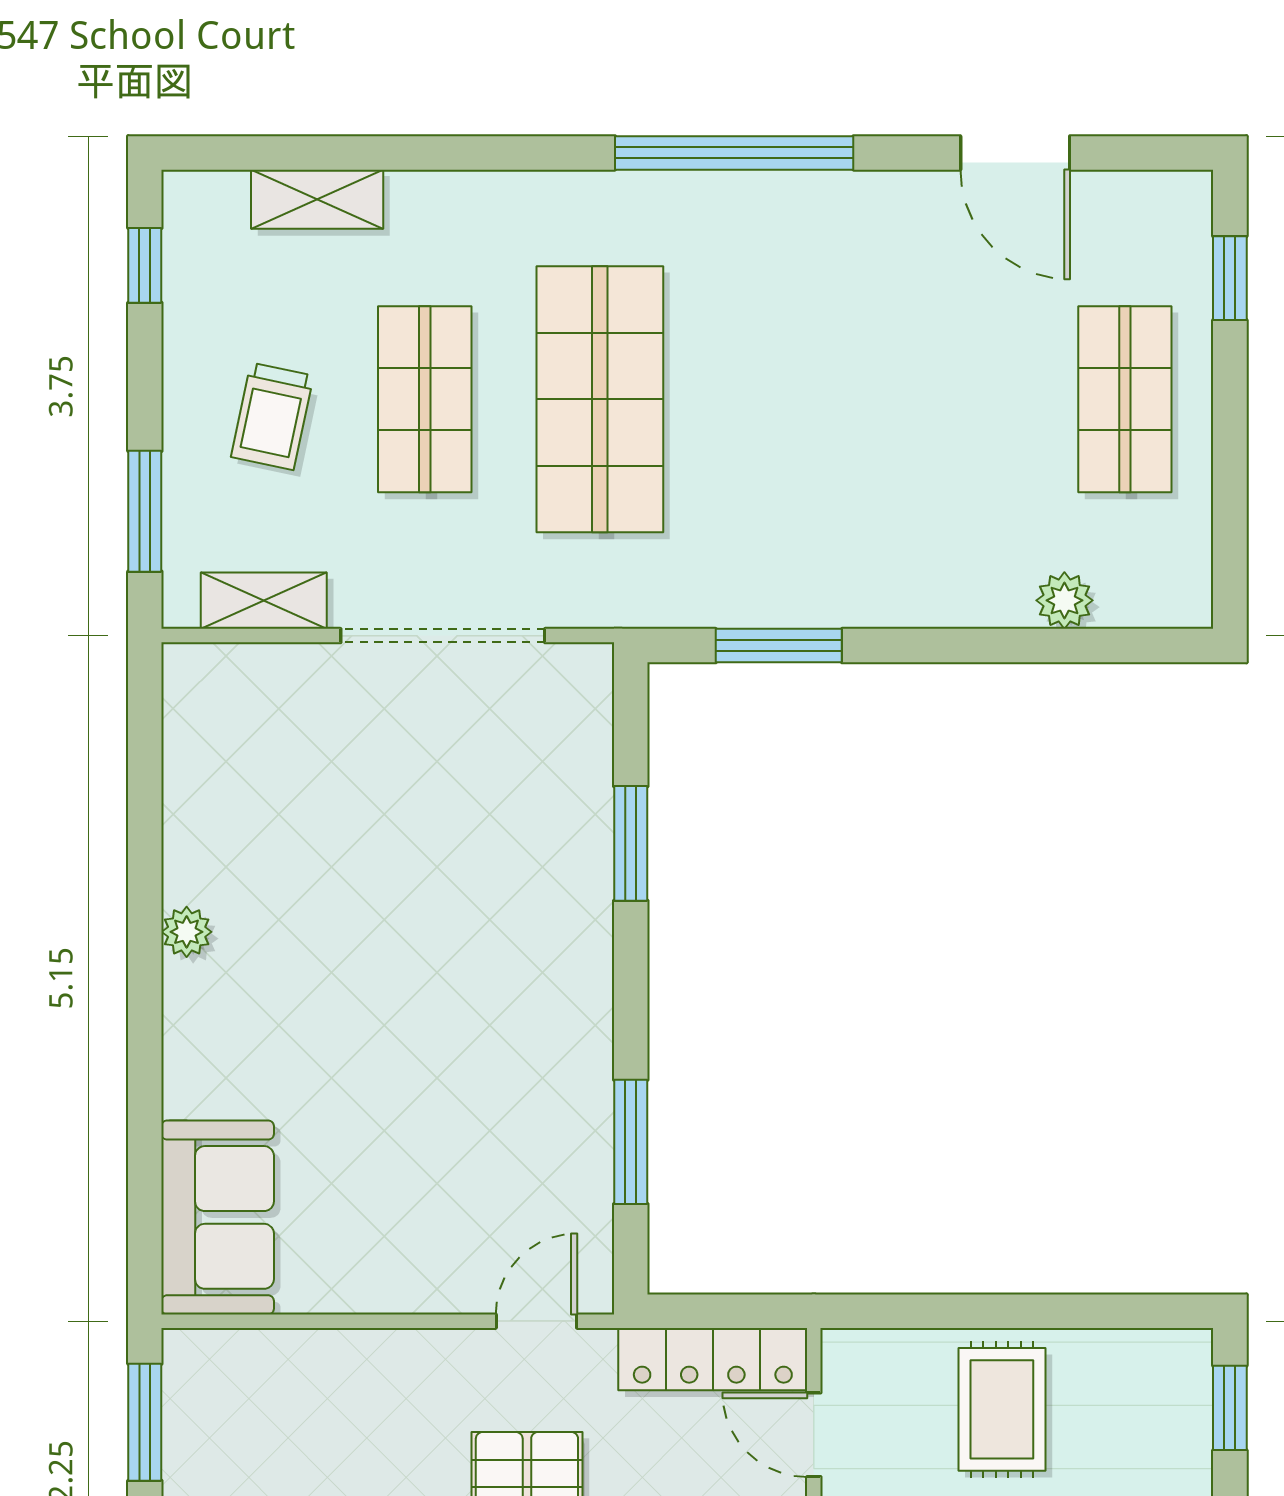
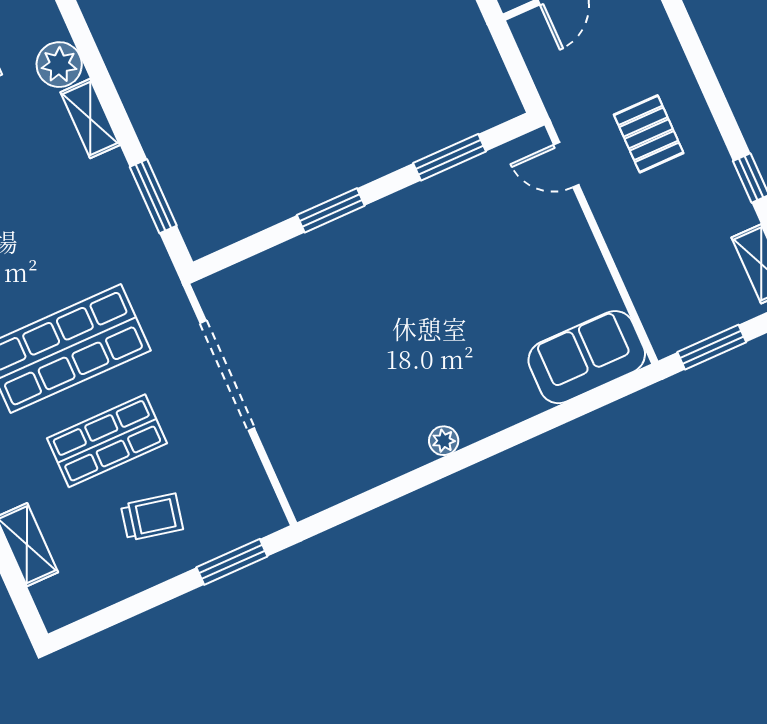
window: (145, 265) -> (102, 620), removed
plant: (1064, 600) -> (59, 65), width x1.38, depth x1.38
shelving: (264, 601) -> (90, 119), moved
window: (631, 843) -> (331, 210), moved
locker: (713, 1359) -> (545, 63), removed

